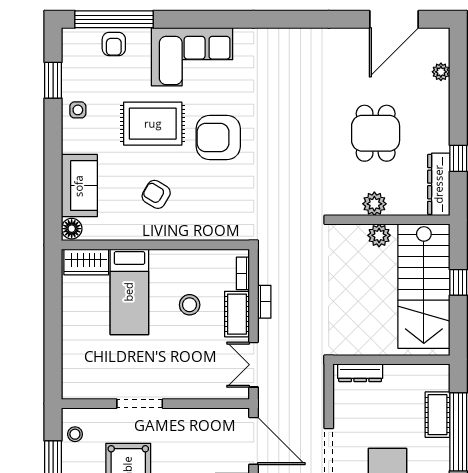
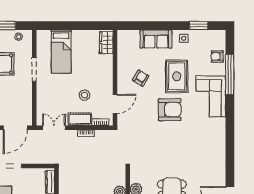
window: (114, 19) -> (230, 75), moved
armchair: (218, 137) -> (170, 110), turned 90
sofa: (79, 186) -> (156, 39), moved
floor lamp: (72, 229) -> (123, 35), removed
door: (207, 245) -> (115, 104), added
bed: (129, 292) -> (61, 52), moved, turned -90

